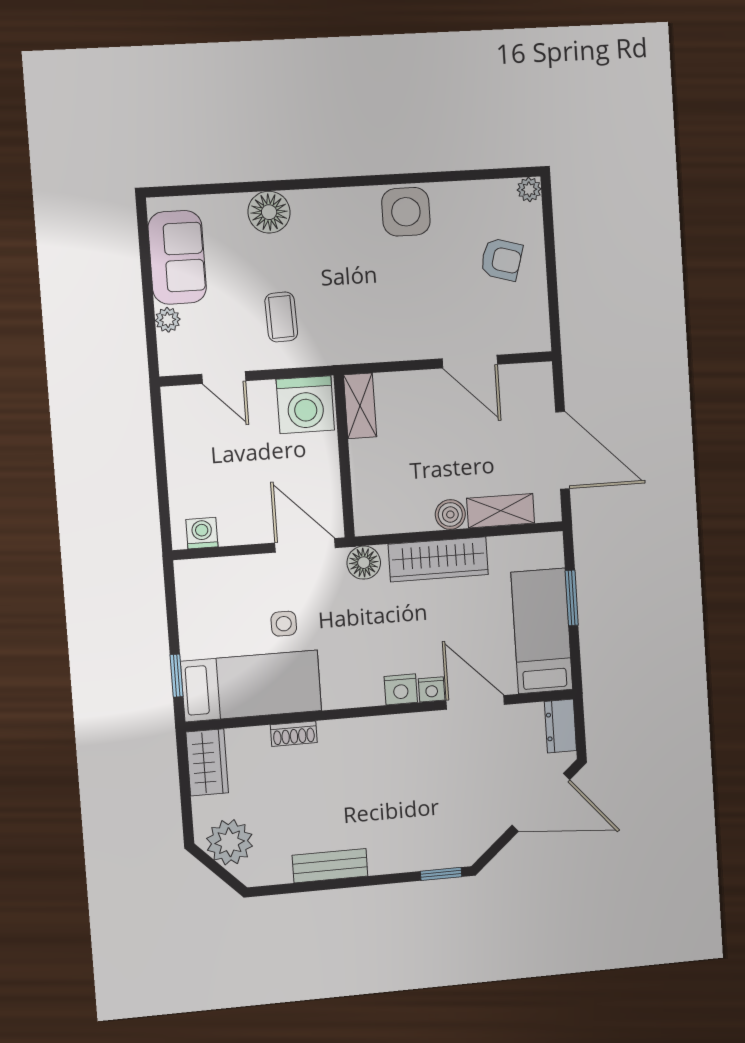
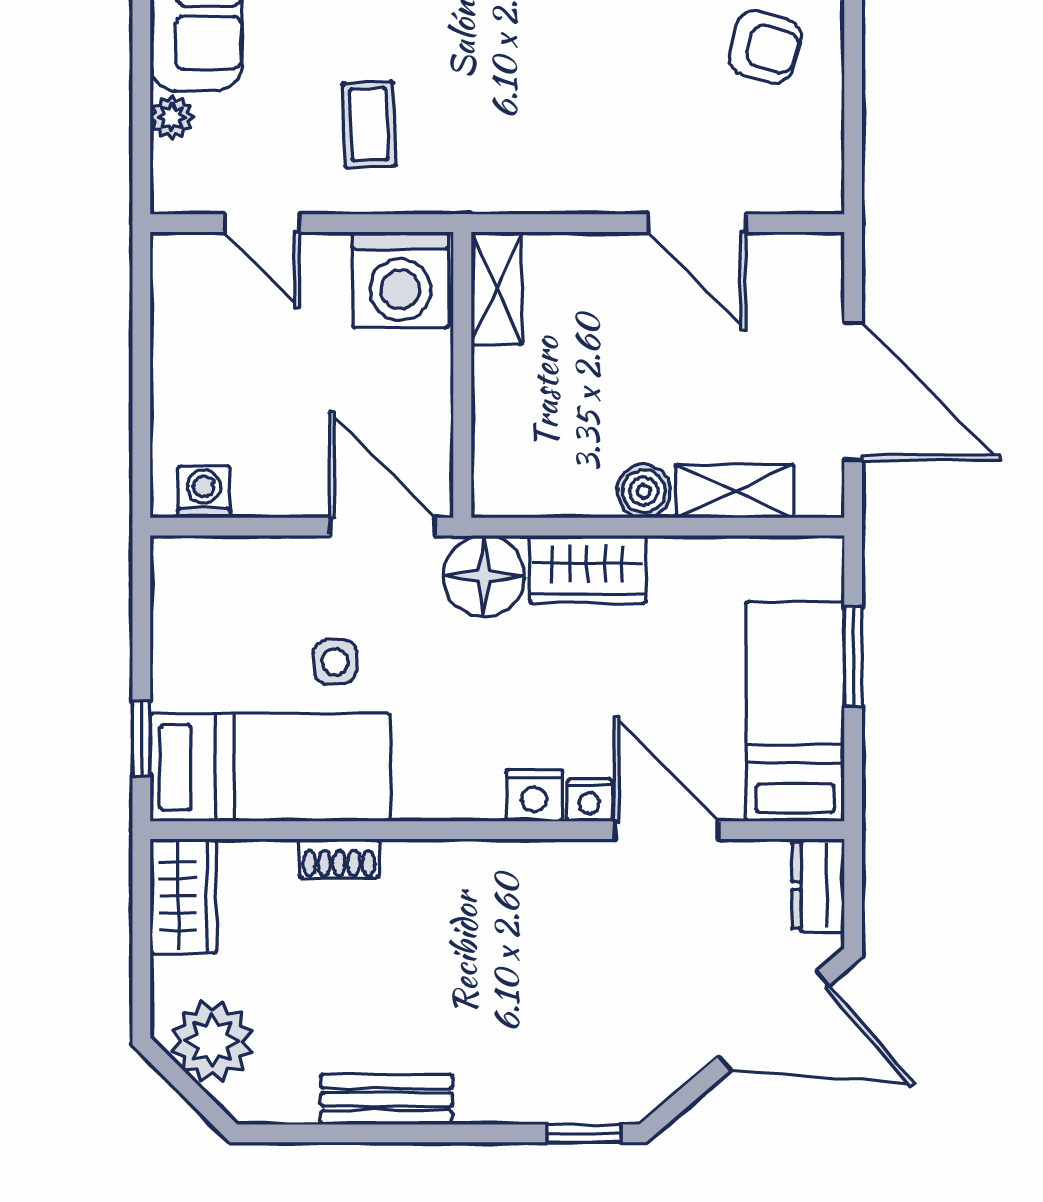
wardrobe: (438, 559) -> (588, 569), width x0.67
floor lamp: (364, 563) -> (484, 576), width x1.38, depth x1.38

